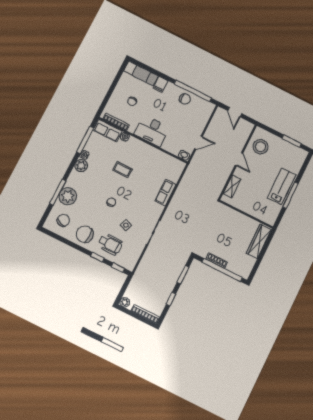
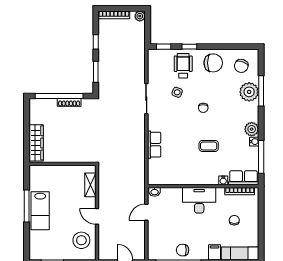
wheelchair: (110, 244) -> (183, 66), turned 90

